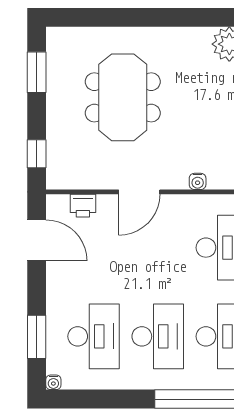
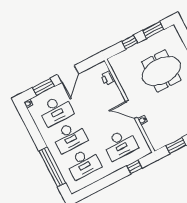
window: (37, 154) -> (130, 42), moved
door: (139, 192) -> (131, 109), moved
door: (37, 240) -> (68, 74), moved

